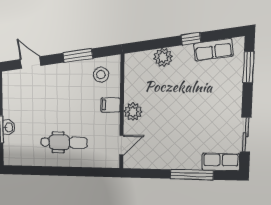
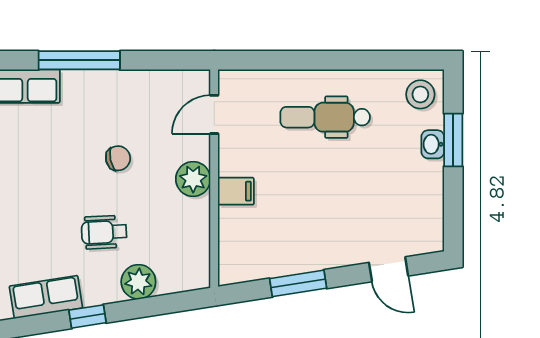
stool: (101, 75) -> (420, 94), moved
wheelchair: (181, 84) -> (104, 232), added
chair: (173, 123) -> (118, 158), added

